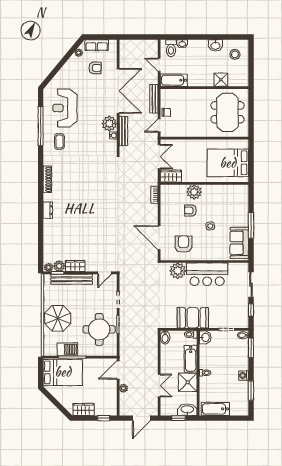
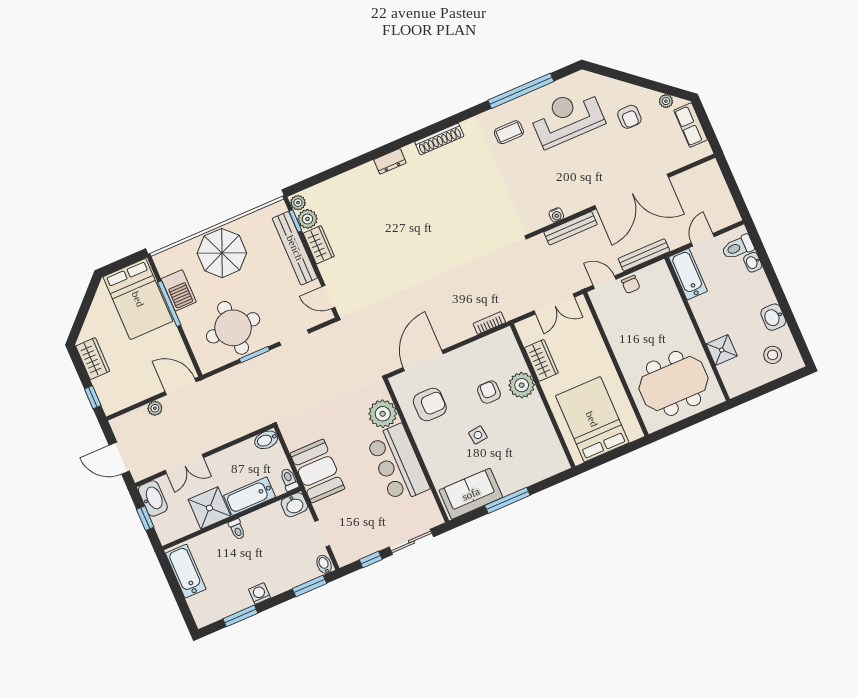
armchair: (95, 68) -> (629, 117), moved
plant: (109, 124) -> (573, 200), removed
wardrobe: (171, 176) -> (541, 360), moved
washbasin: (187, 410) -> (153, 498), moved

